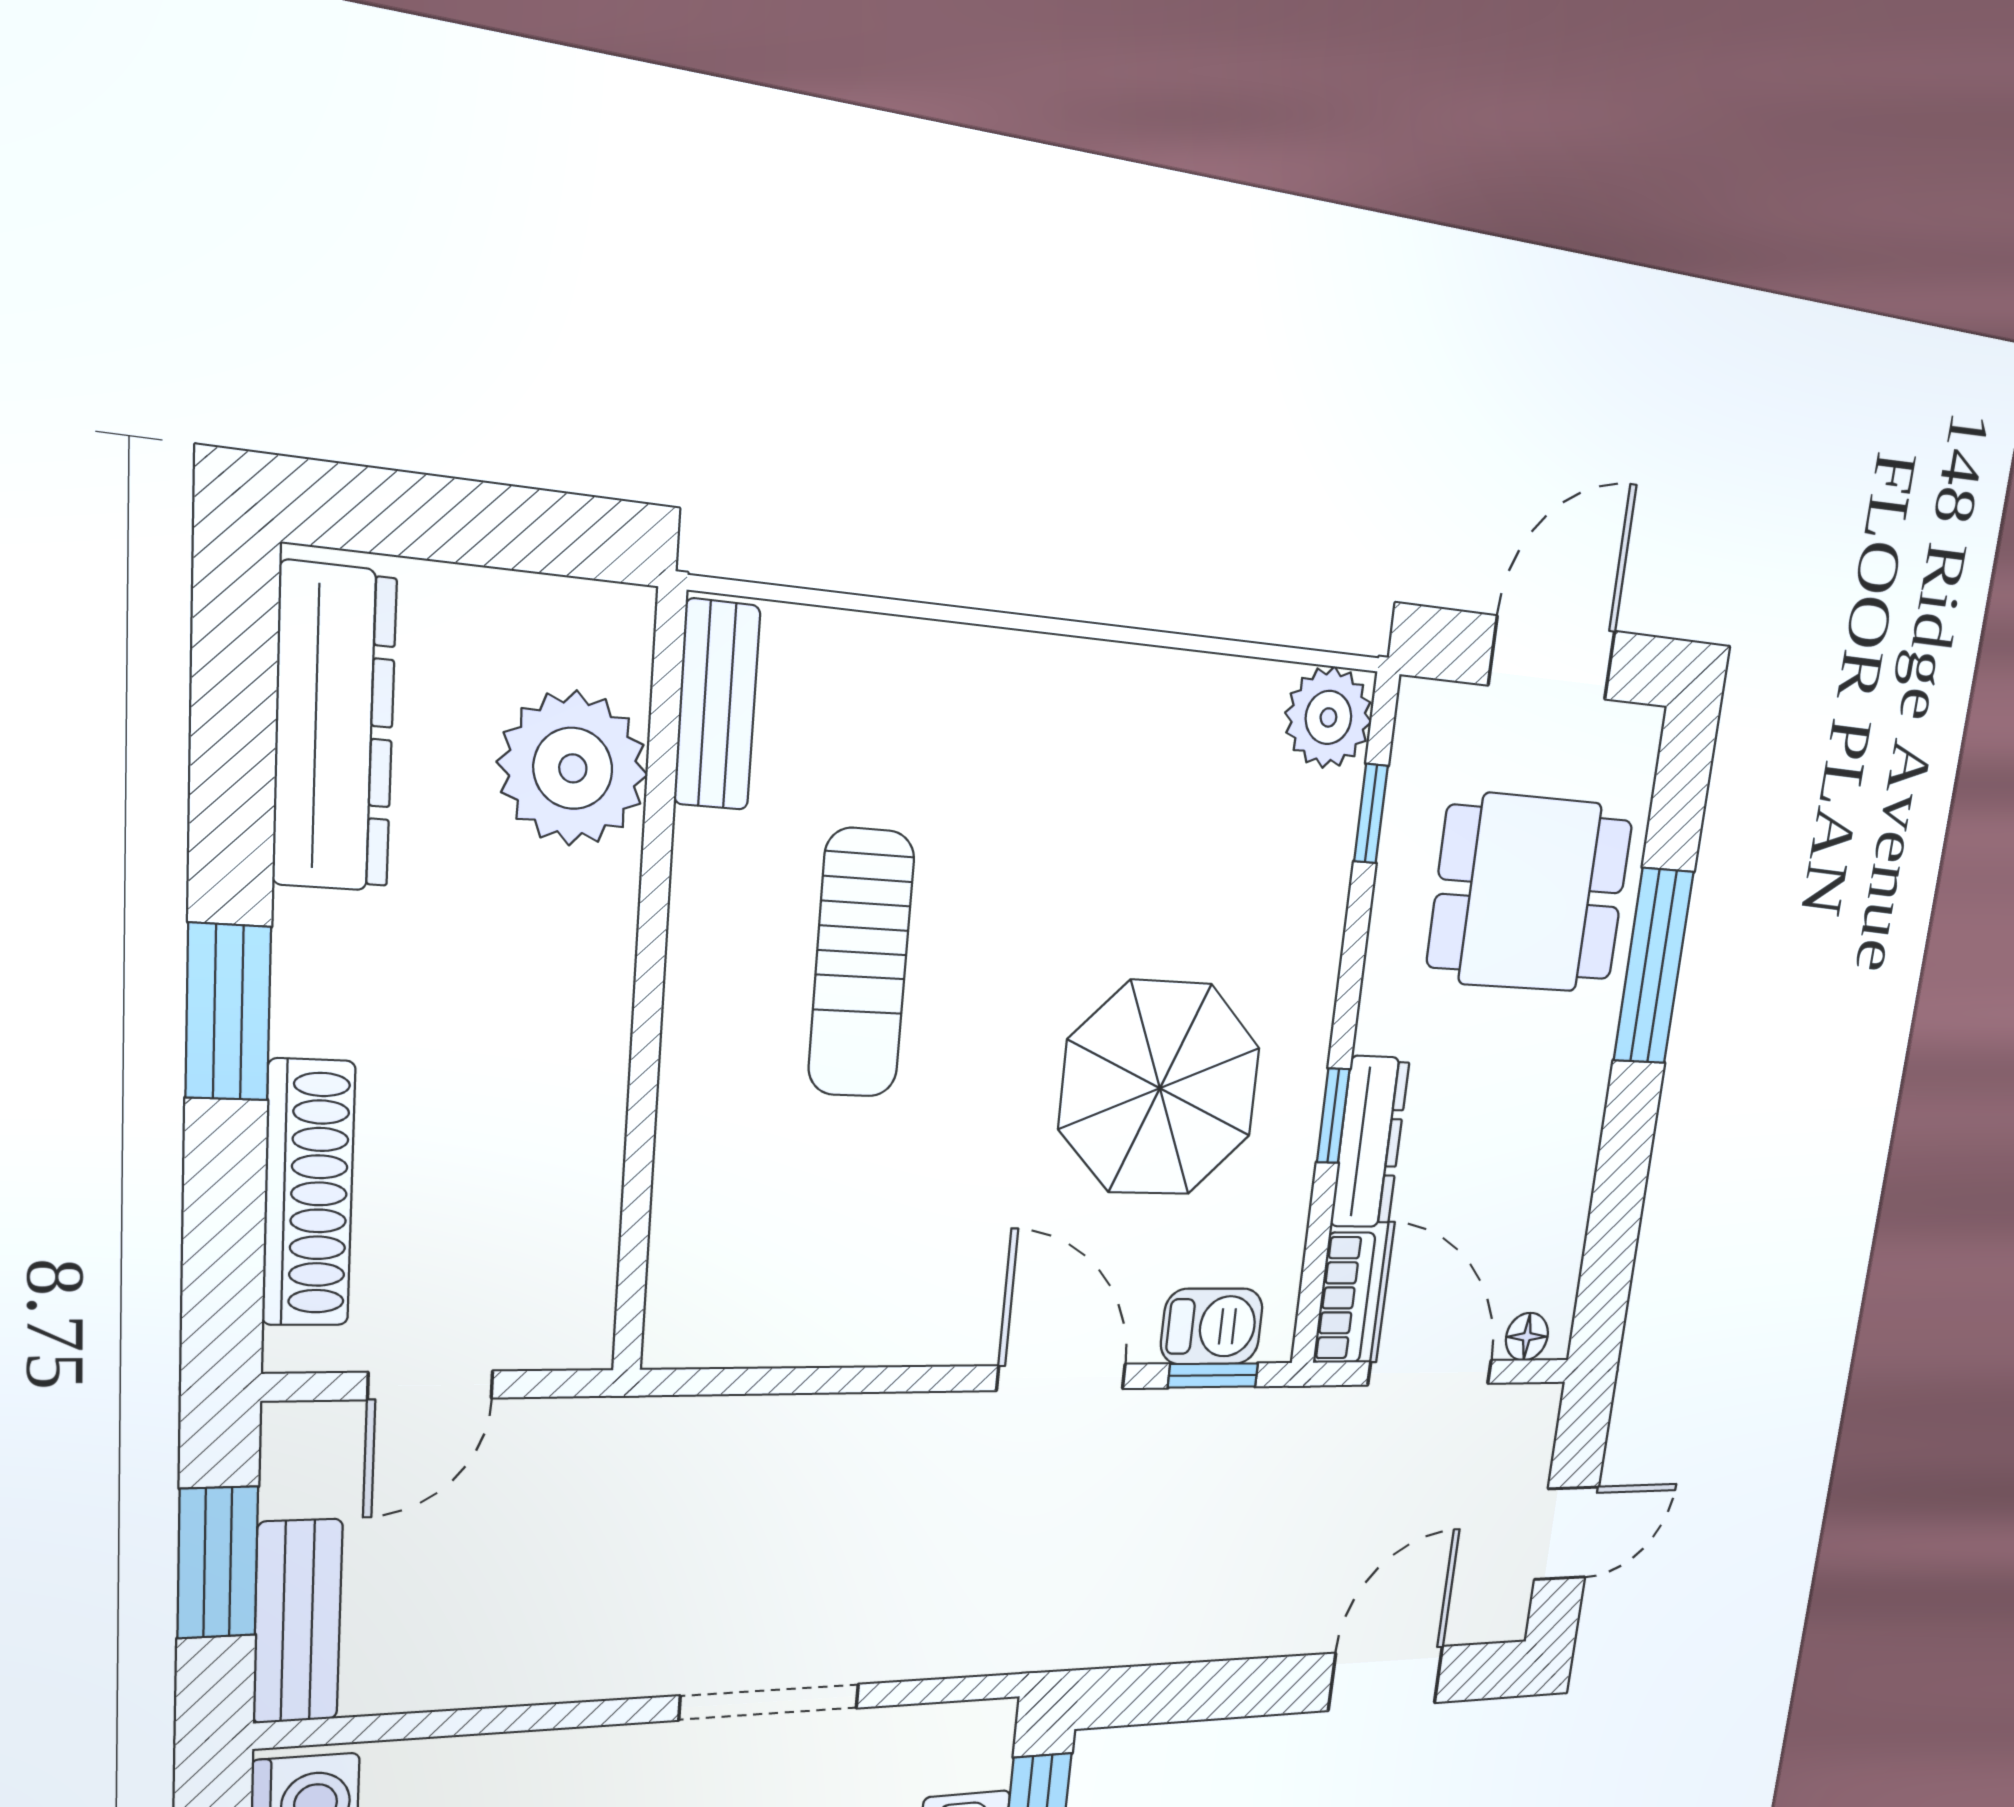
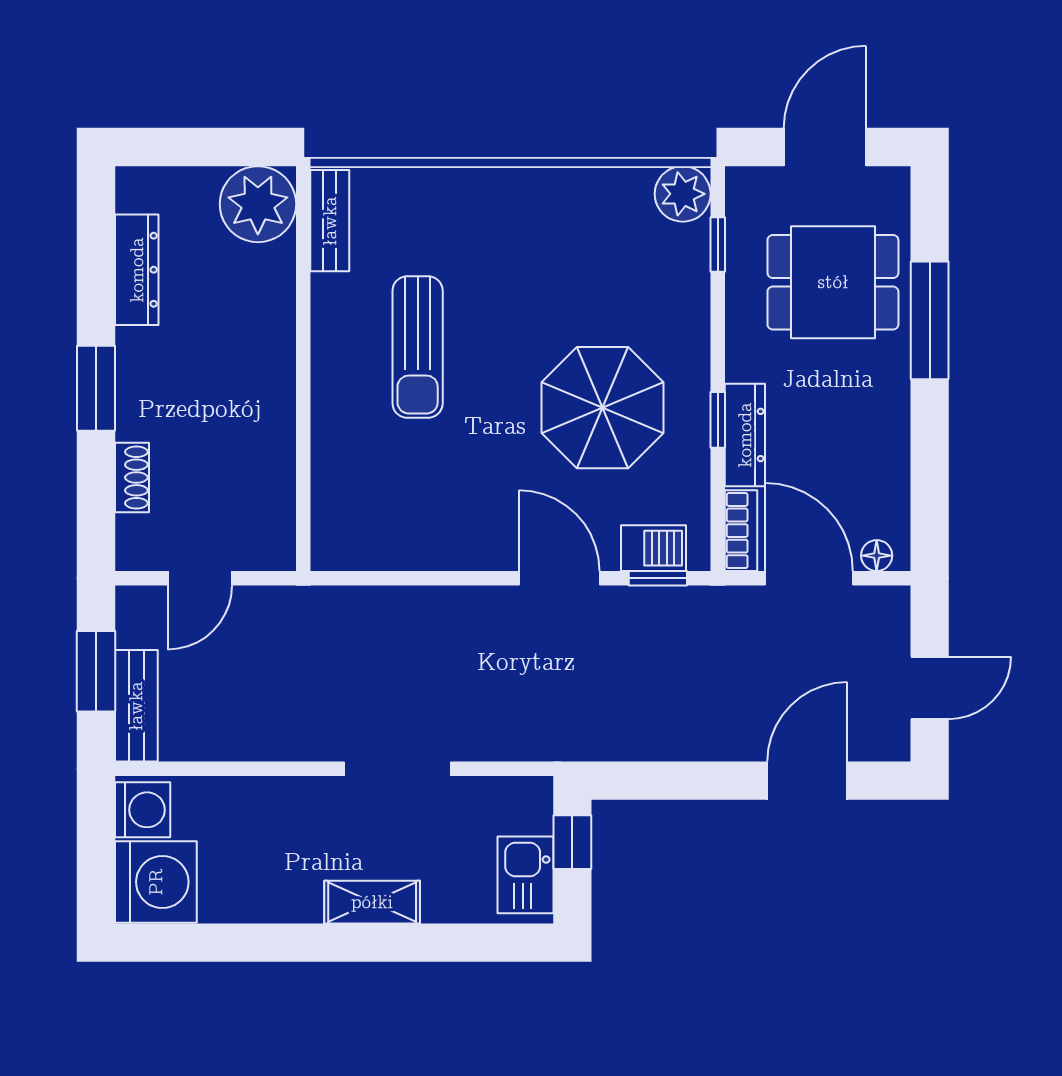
dresser: (334, 729) -> (137, 270), width x0.73, depth x0.80
plant: (573, 768) -> (258, 204), moved
shoe rack: (309, 1194) -> (132, 477), width x0.51, depth x0.81

